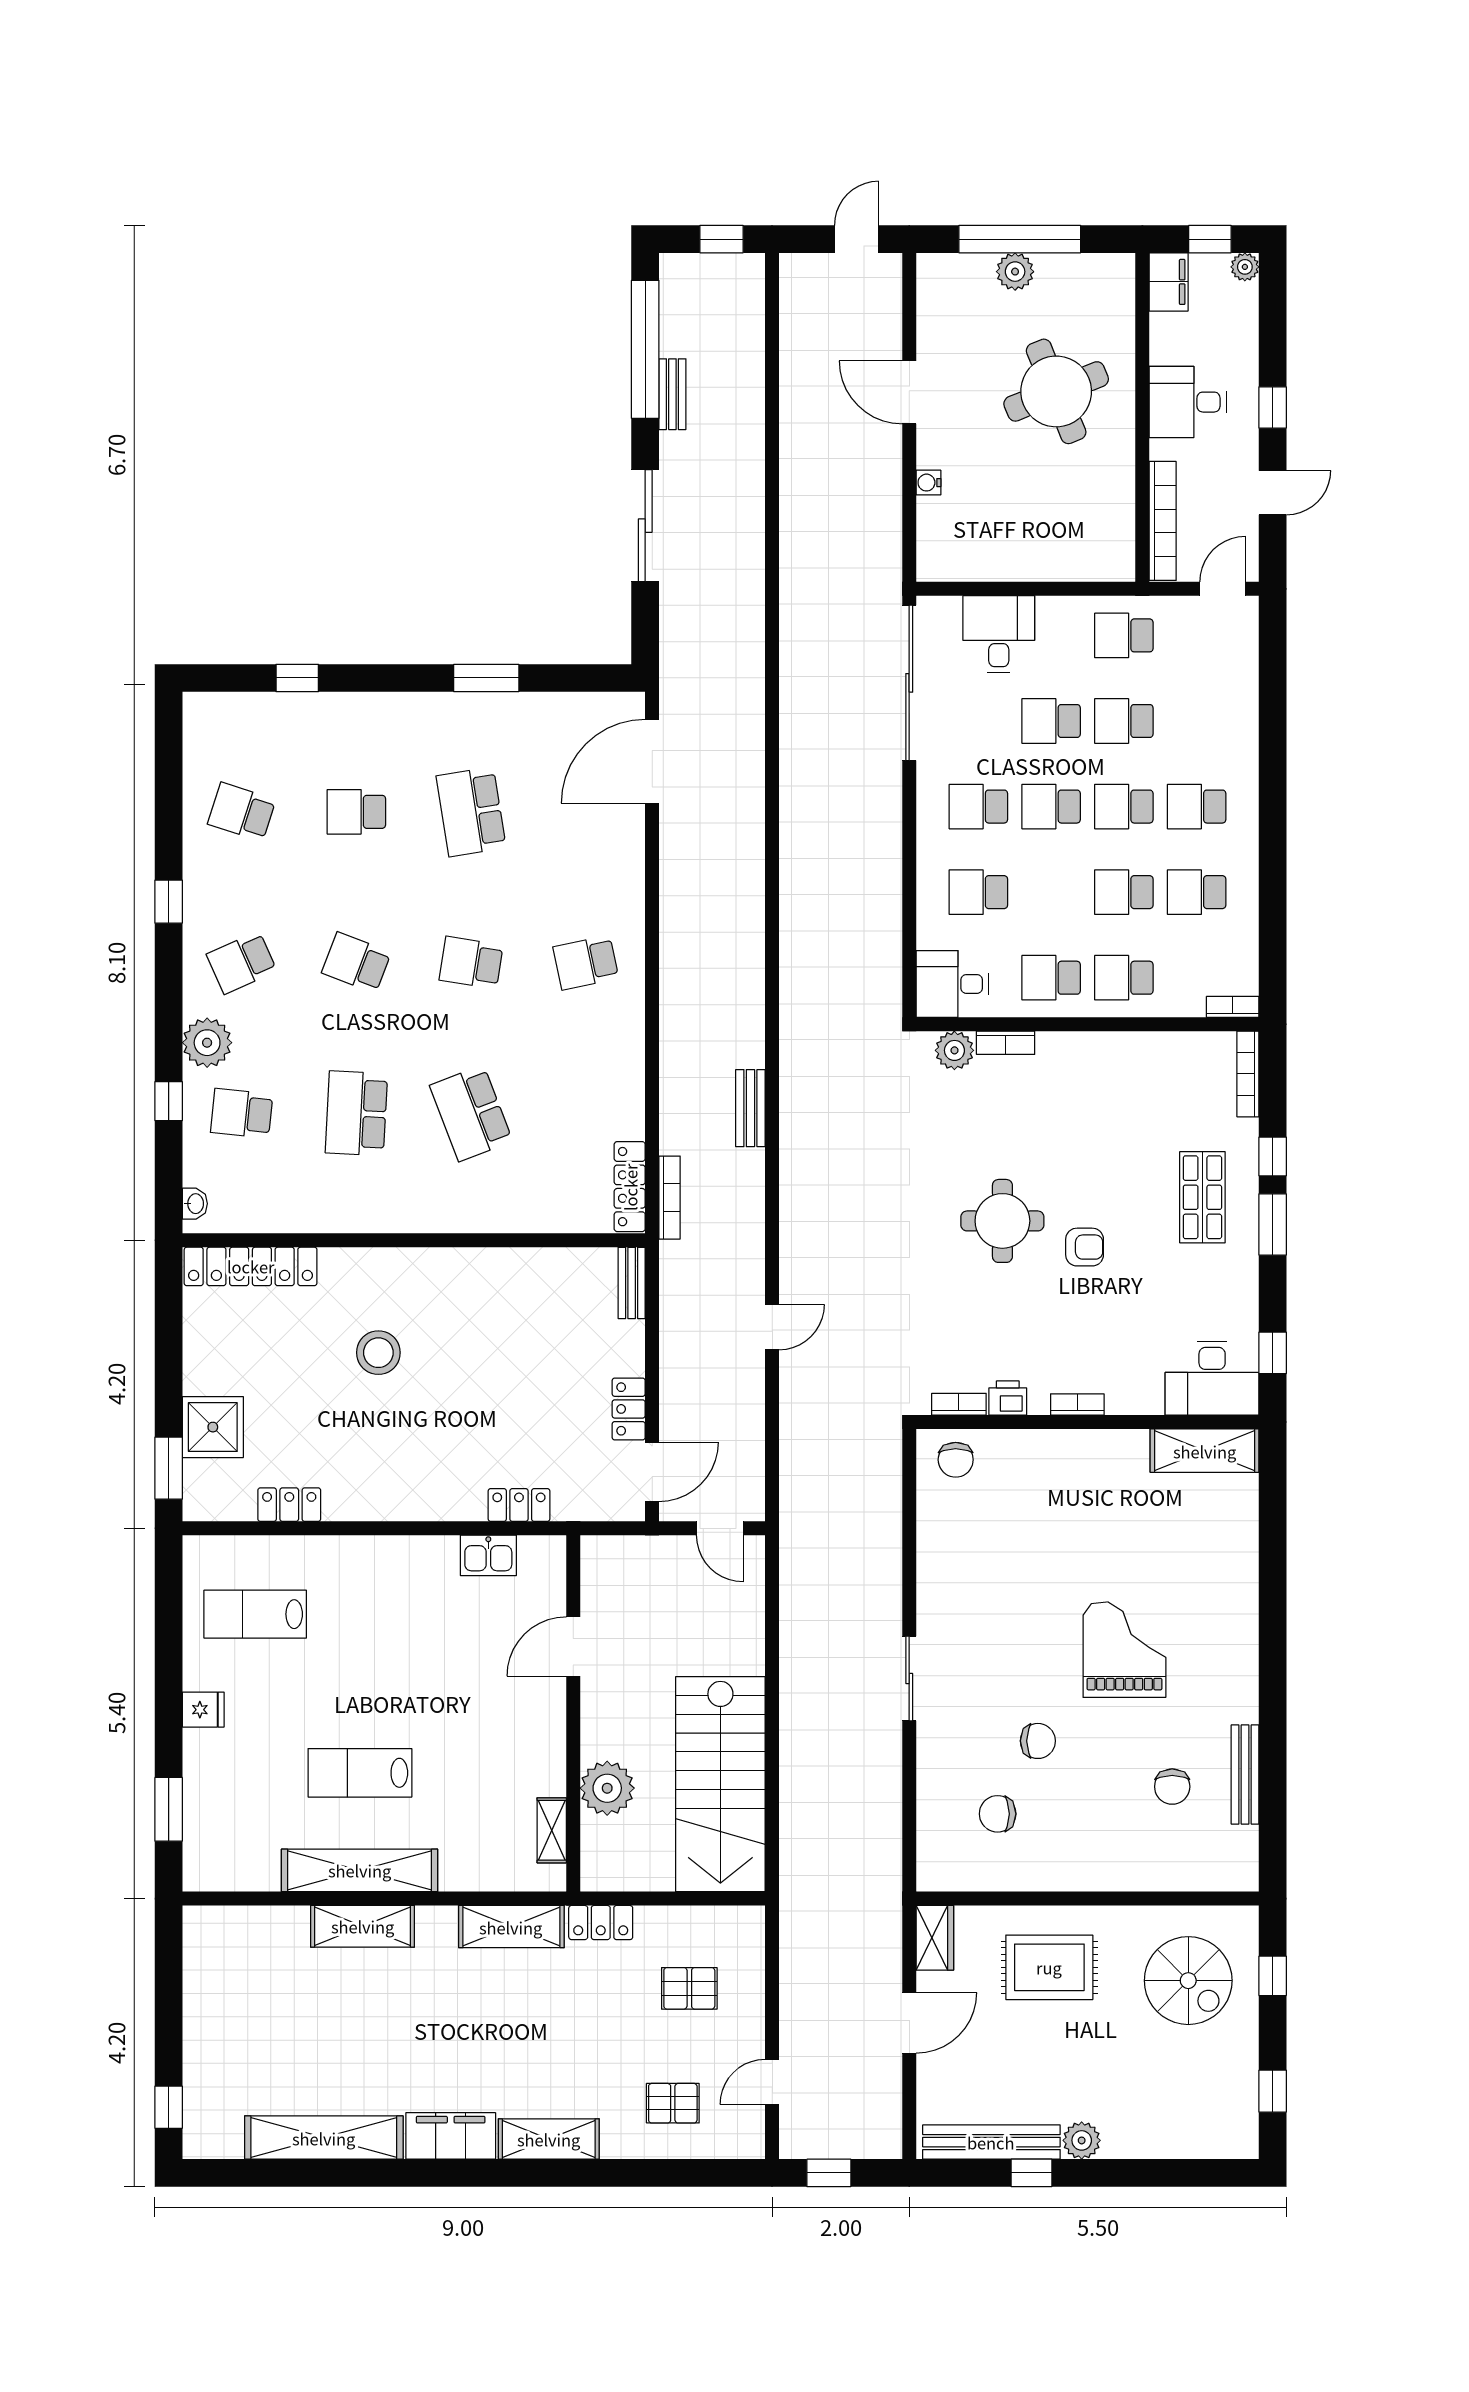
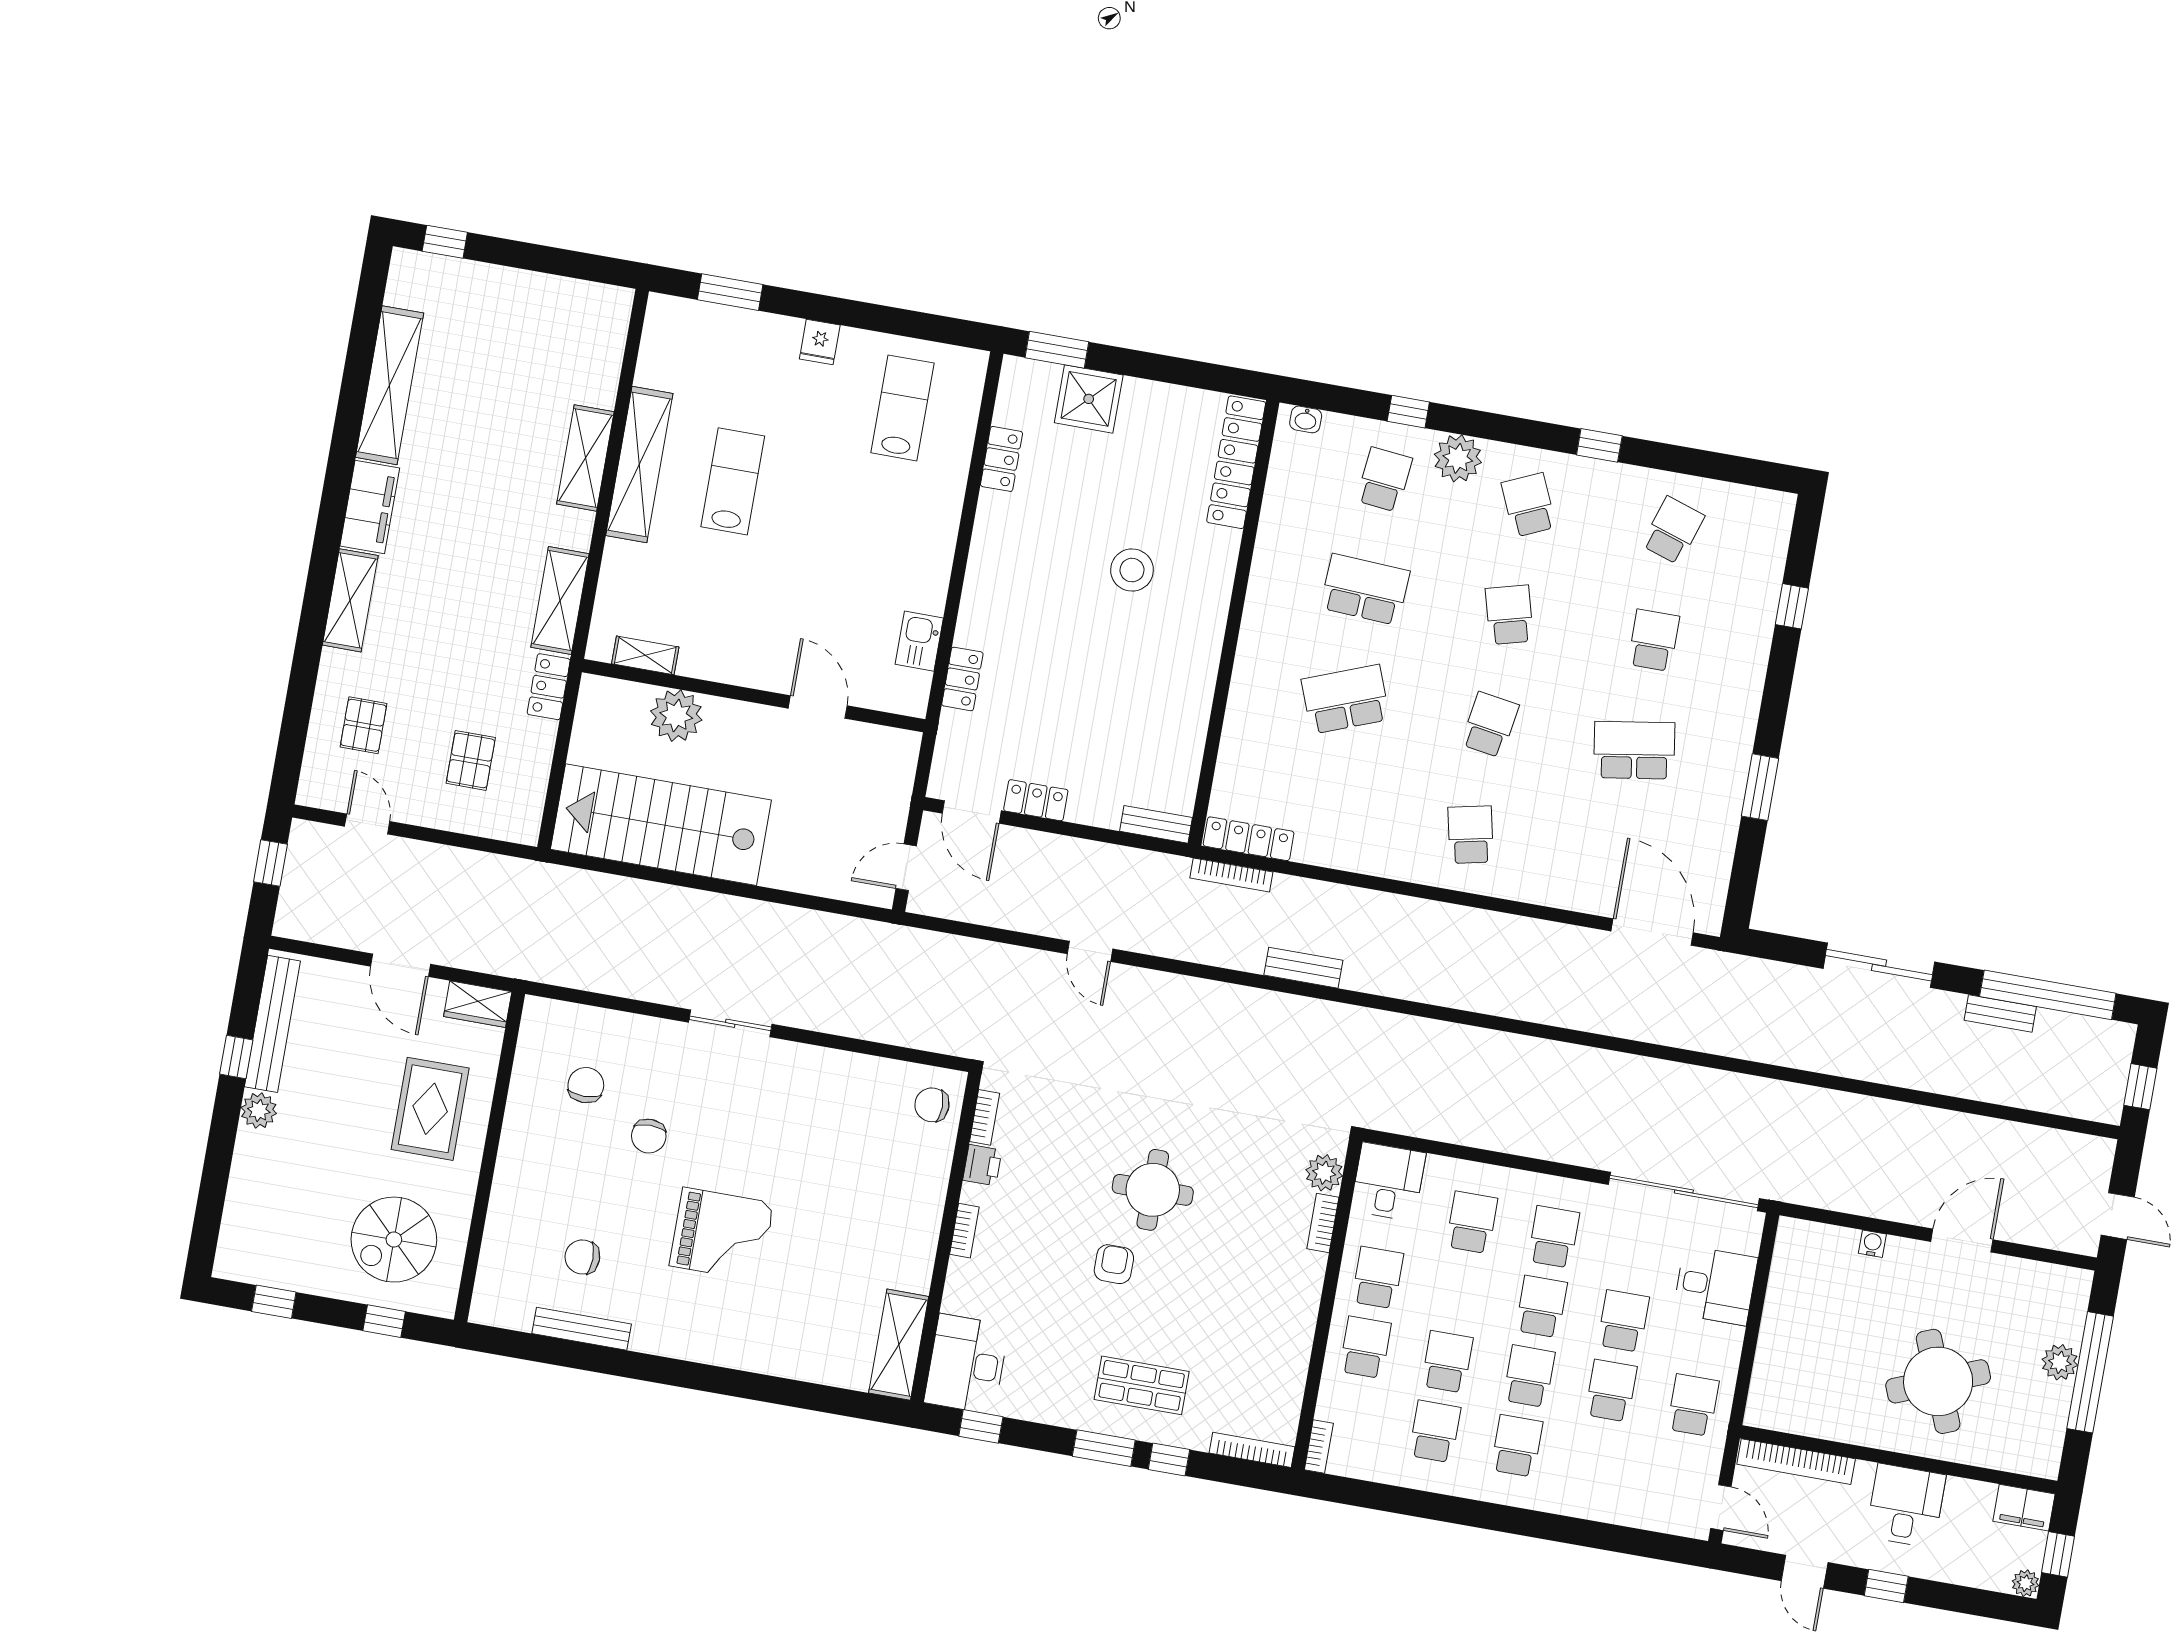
school desk: (356, 963) -> (1509, 615), turned -36
armchair: (1085, 1247) -> (1114, 1264), turned 180

